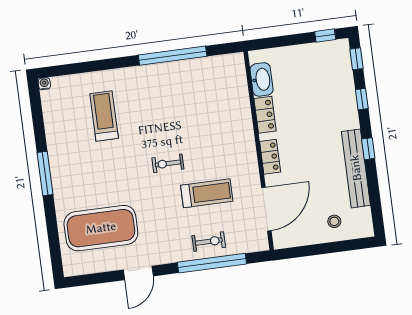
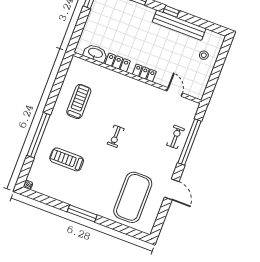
window: (173, 56) -> (39, 135), moved
treadmill: (207, 193) -> (79, 101), moved
door: (266, 209) -> (175, 92), width x0.53

